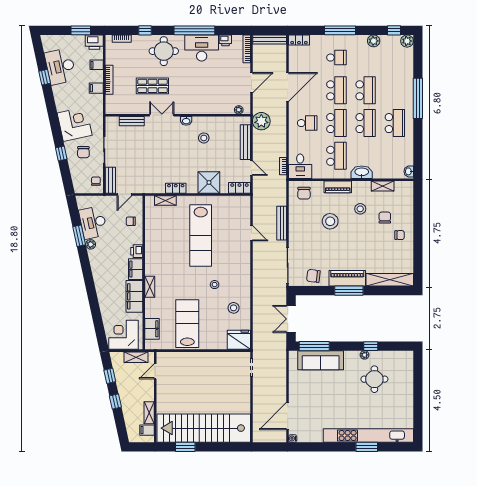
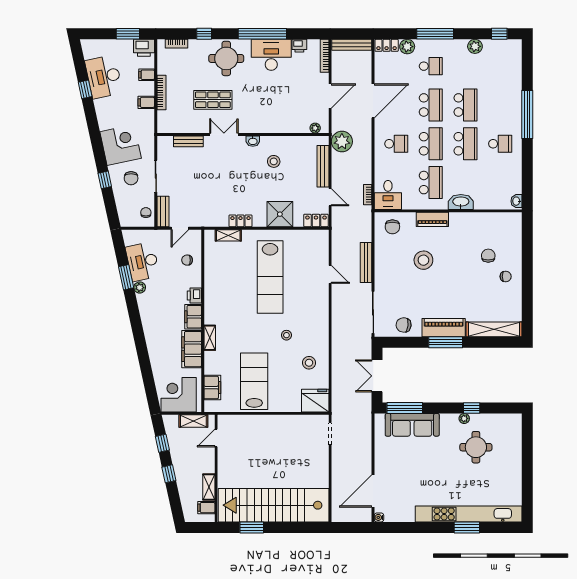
plant: (407, 41) -> (407, 47), moved
school desk: (395, 123) -> (500, 144), width x0.54
shelving: (383, 186) -> (486, 218), removed
stool: (360, 209) -> (459, 245), removed

